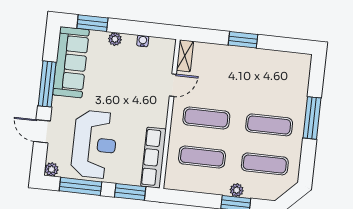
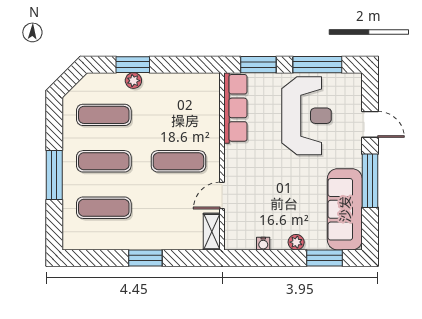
reception desk: (94, 144) -> (307, 116), turned 180
exercise mat: (202, 157) -> (104, 208), moved
plant: (51, 169) -> (354, 81), removed

